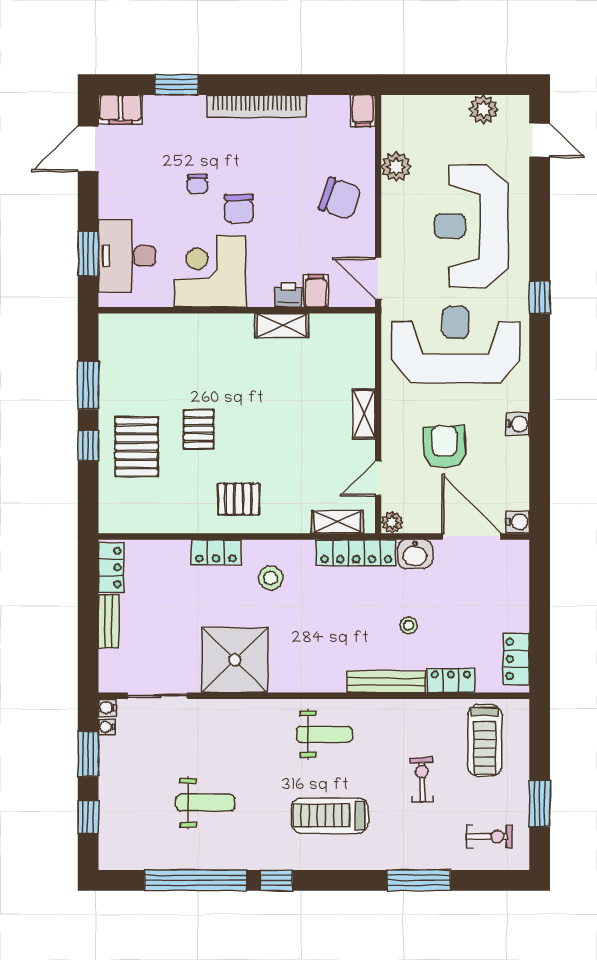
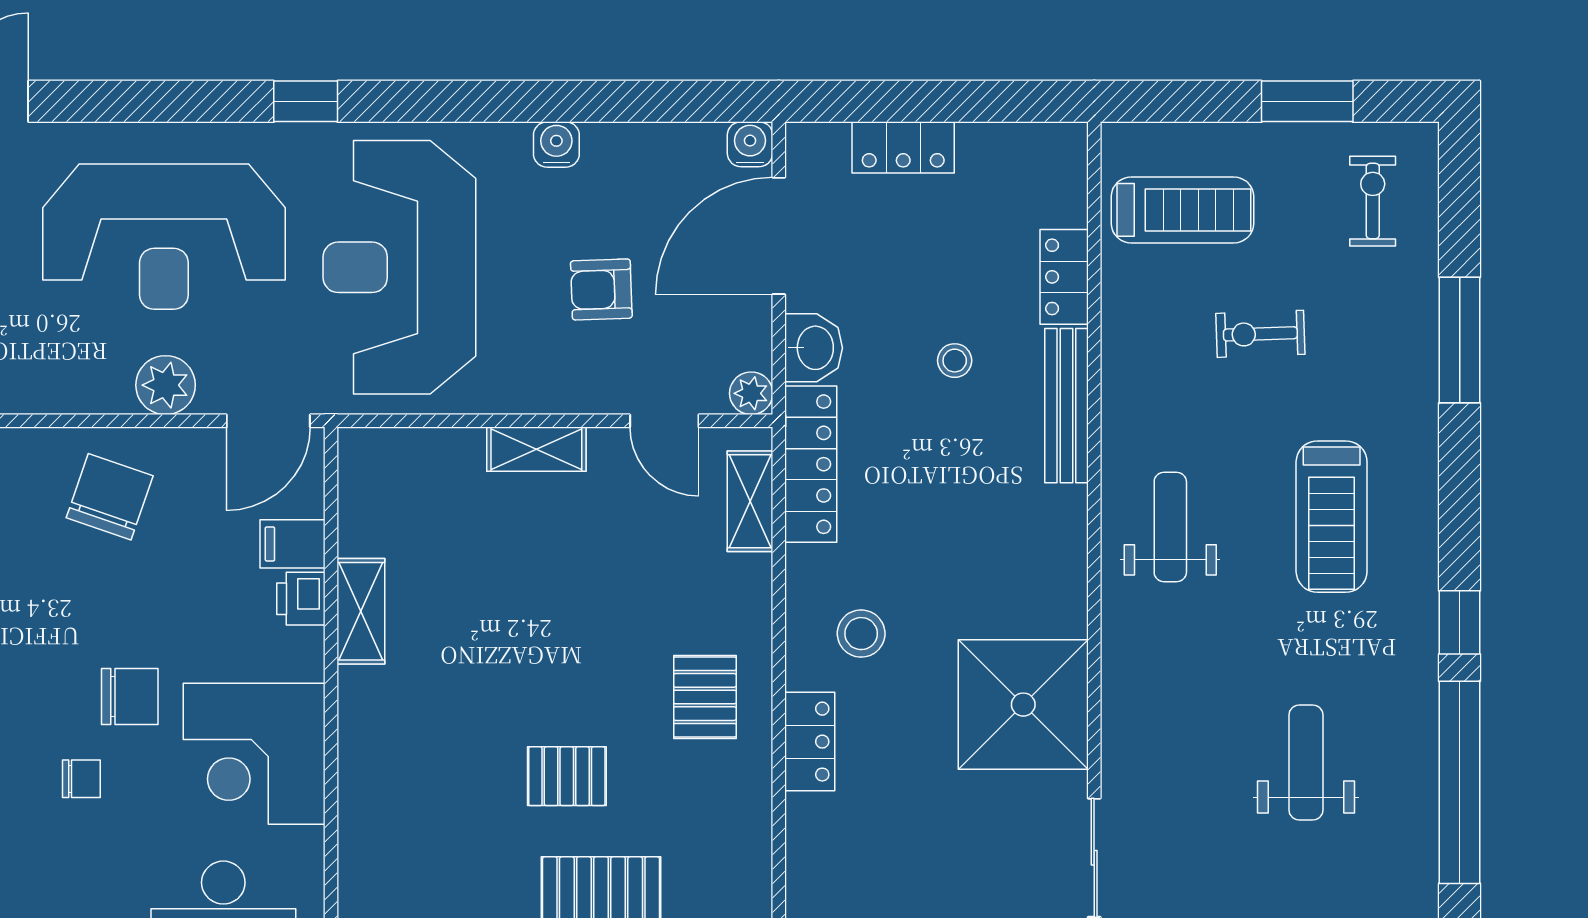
plant: (396, 167) -> (166, 385), moved
armchair: (444, 447) -> (601, 290), width x0.72, depth x0.72
locker: (516, 659) -> (903, 147), moved

